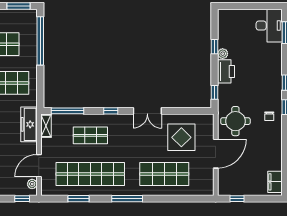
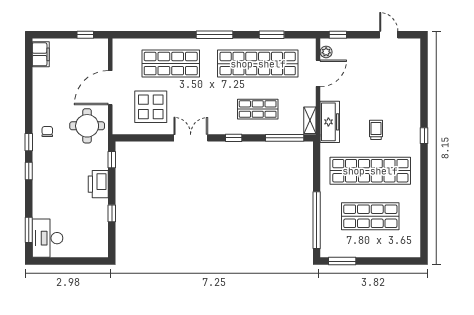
plant: (223, 54) -> (102, 205), removed

